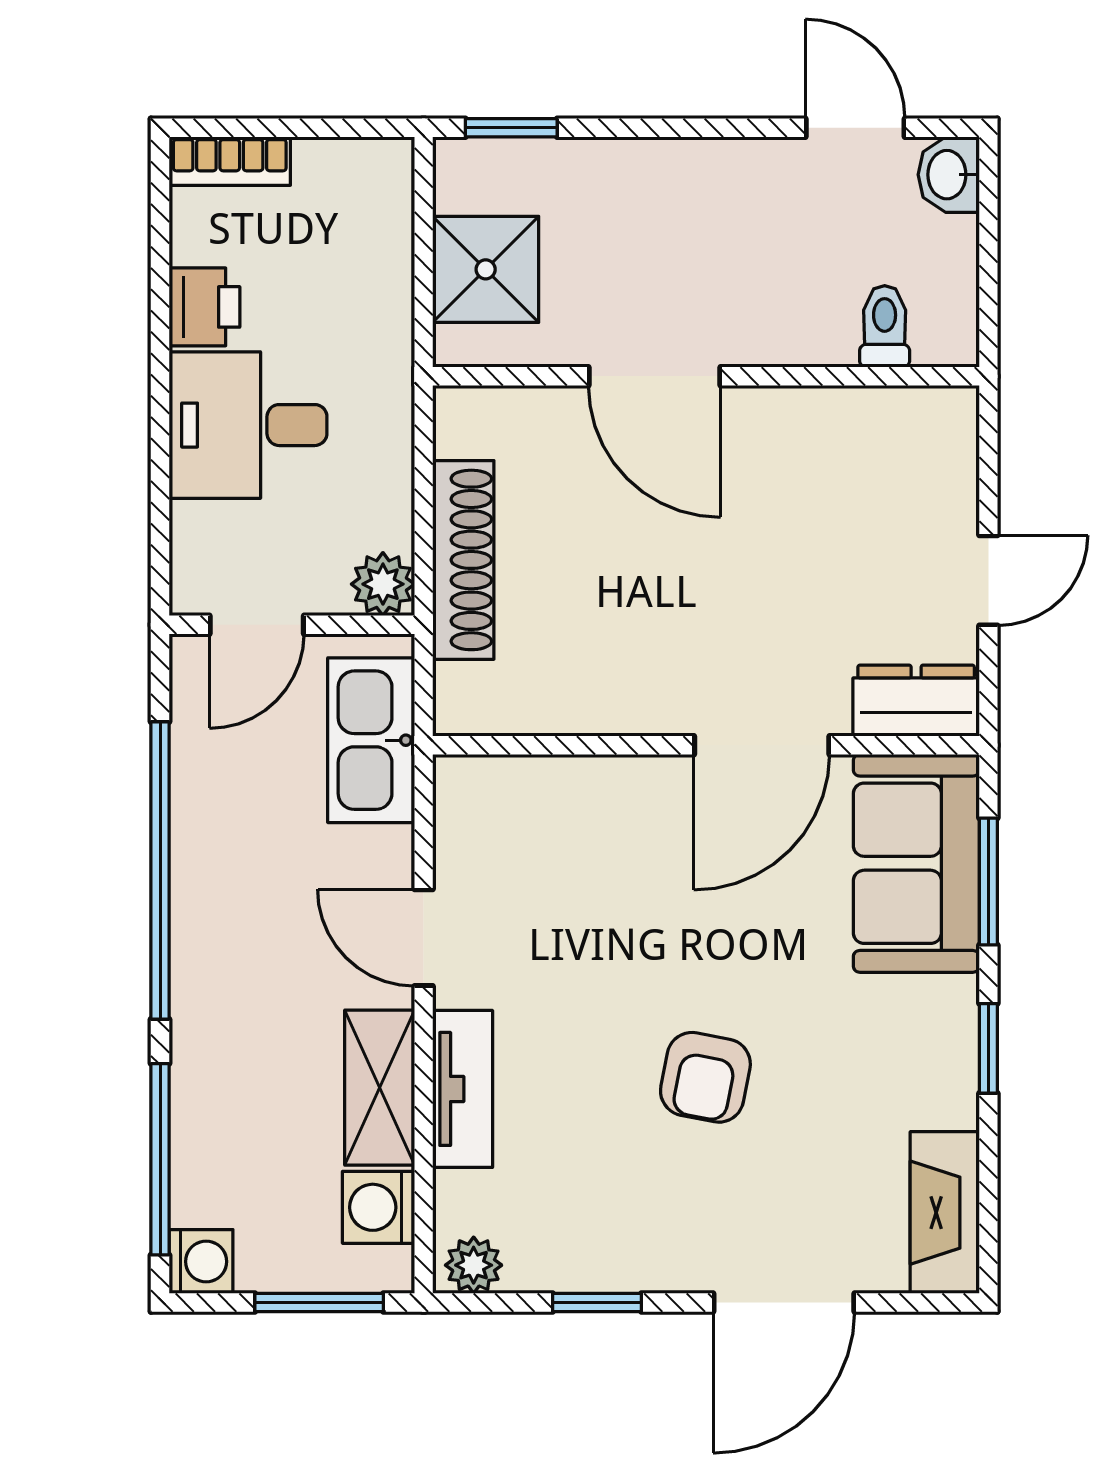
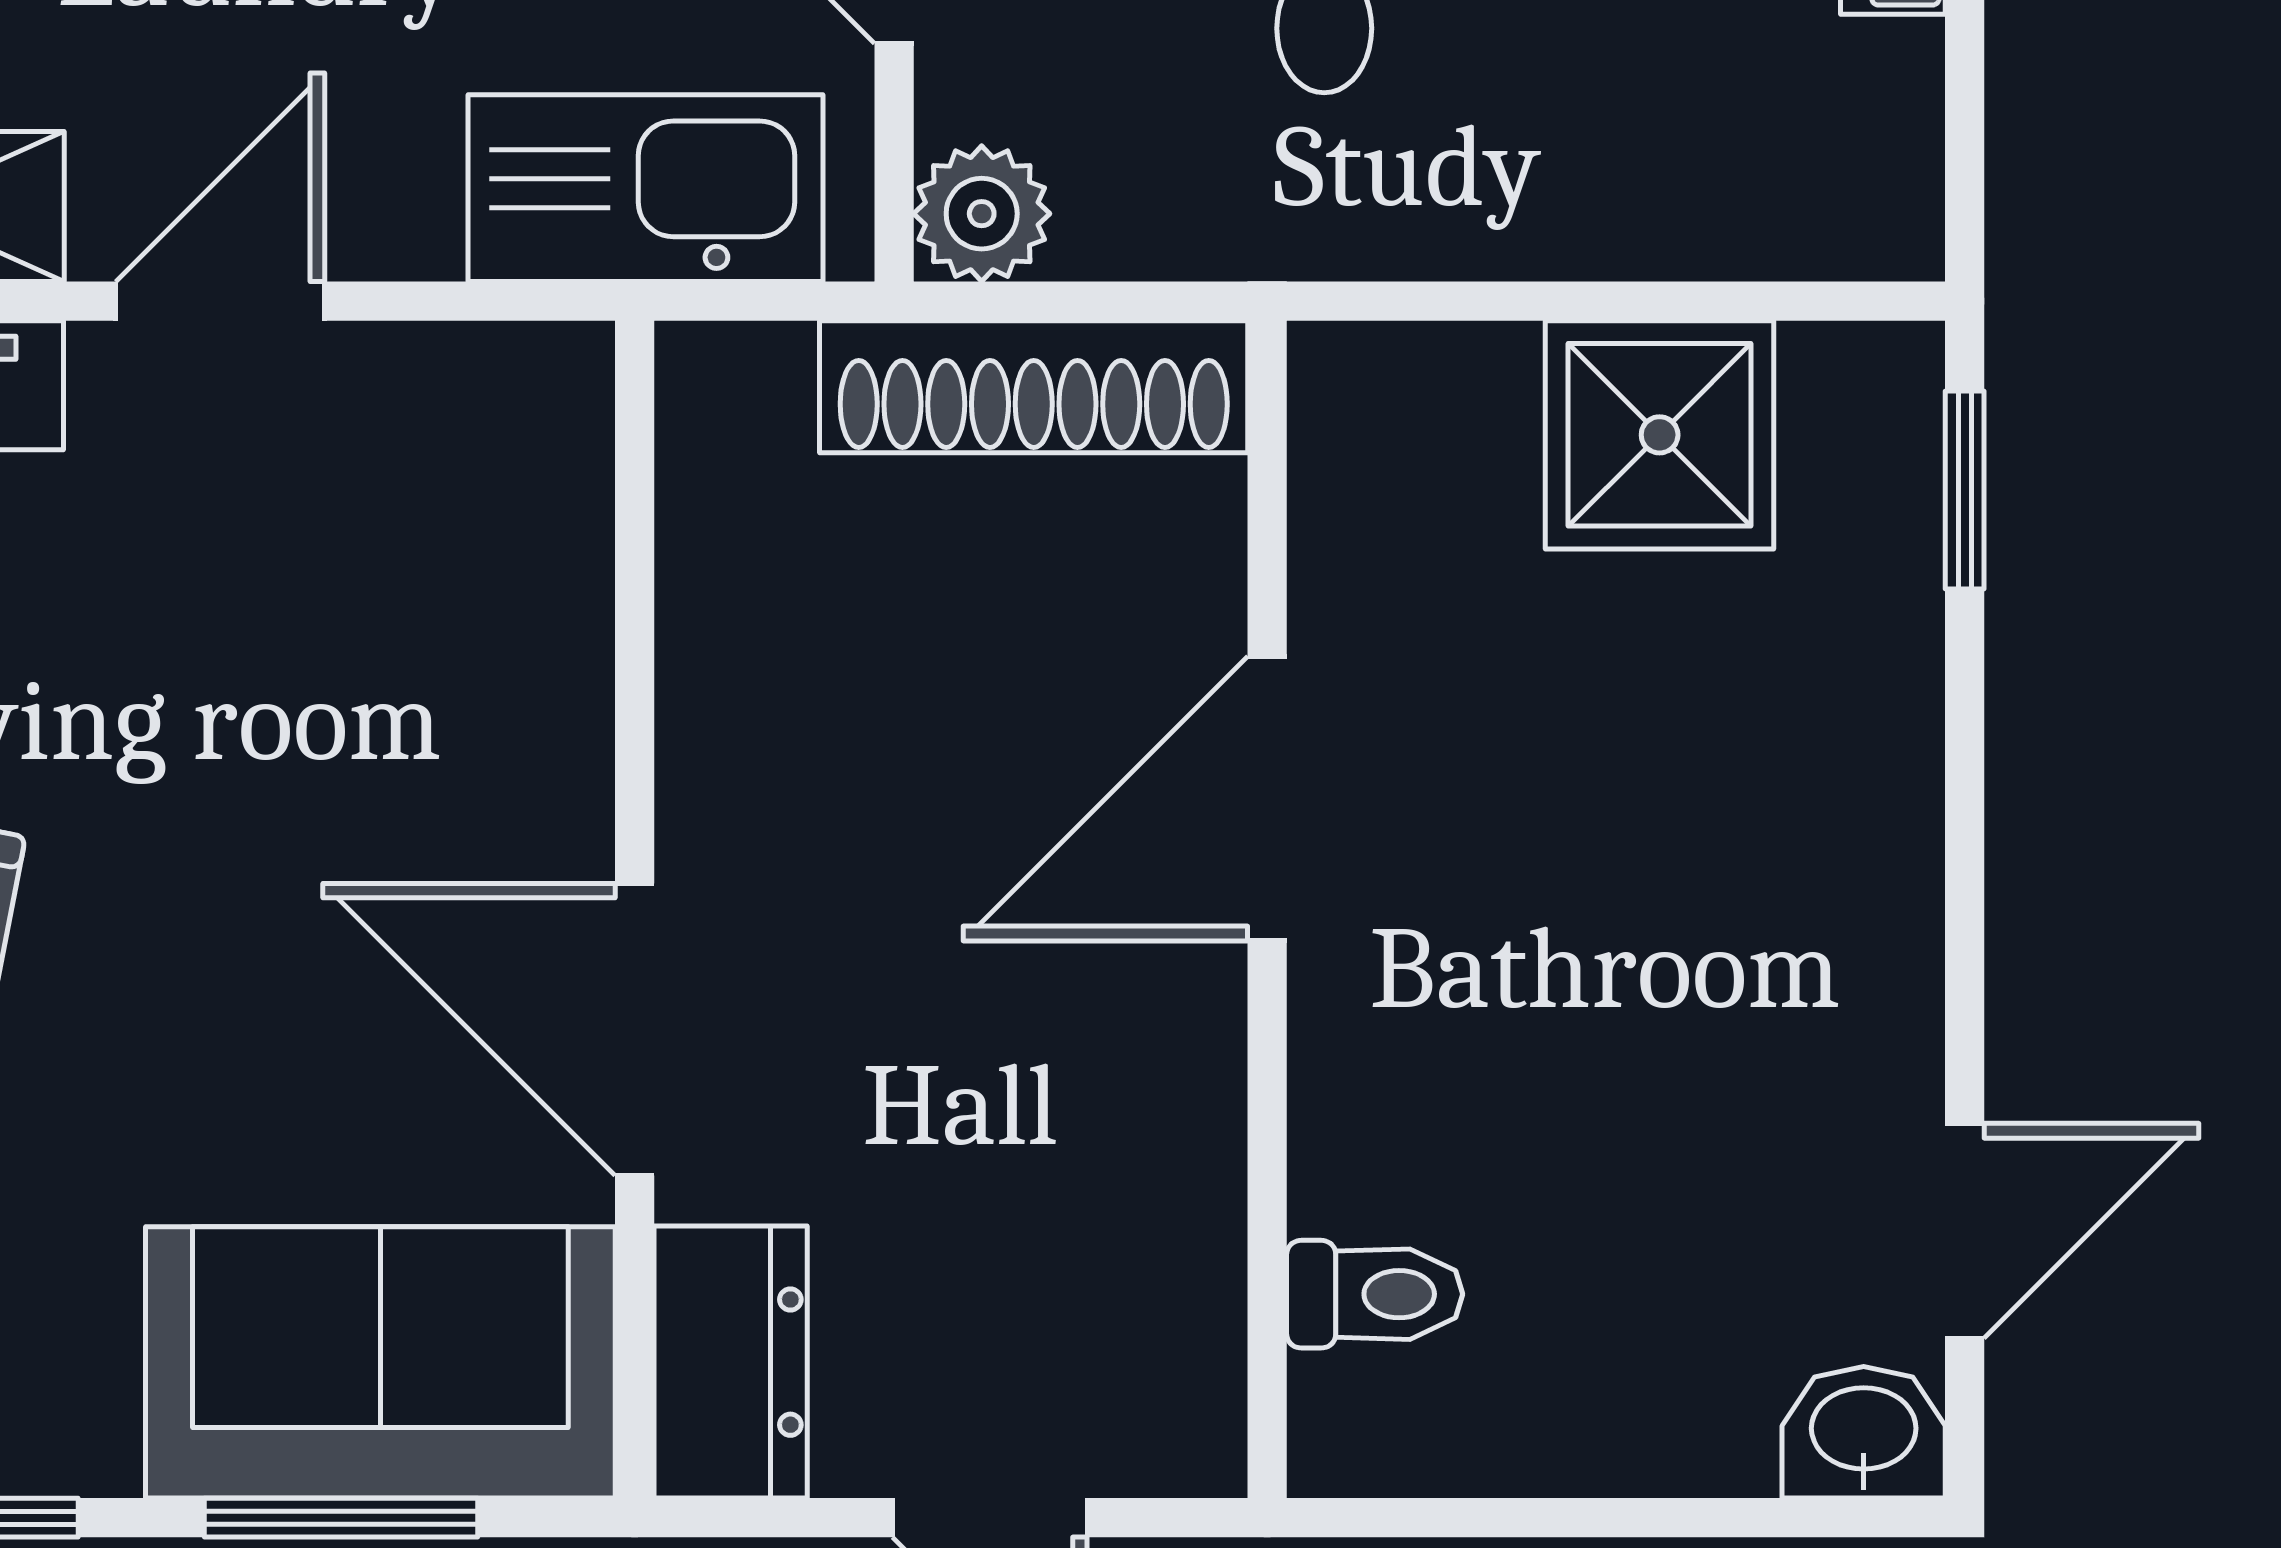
toilet: (885, 326) -> (1375, 1294), moved
door: (654, 376) -> (1267, 799), moved
wall: (706, 376) -> (1267, 909), moved

